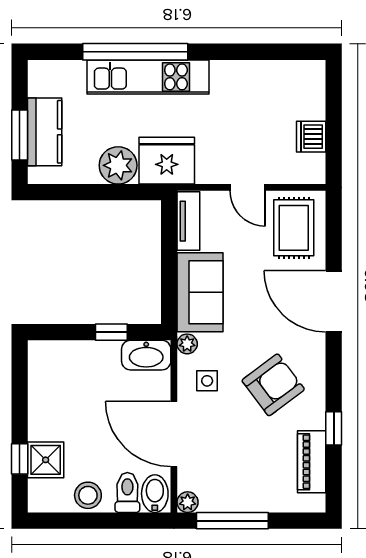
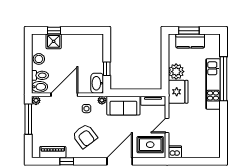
dishwasher: (311, 137) -> (175, 152), moved

